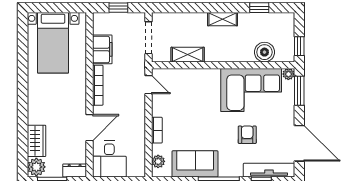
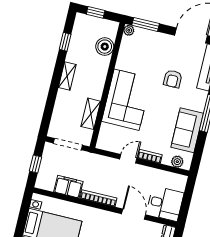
window: (299, 46) -> (96, 12), moved
door: (149, 85) -> (128, 159), moved
corner sofa: (251, 90) -> (127, 100), moved
armchair: (247, 135) -> (173, 79), turned -90

